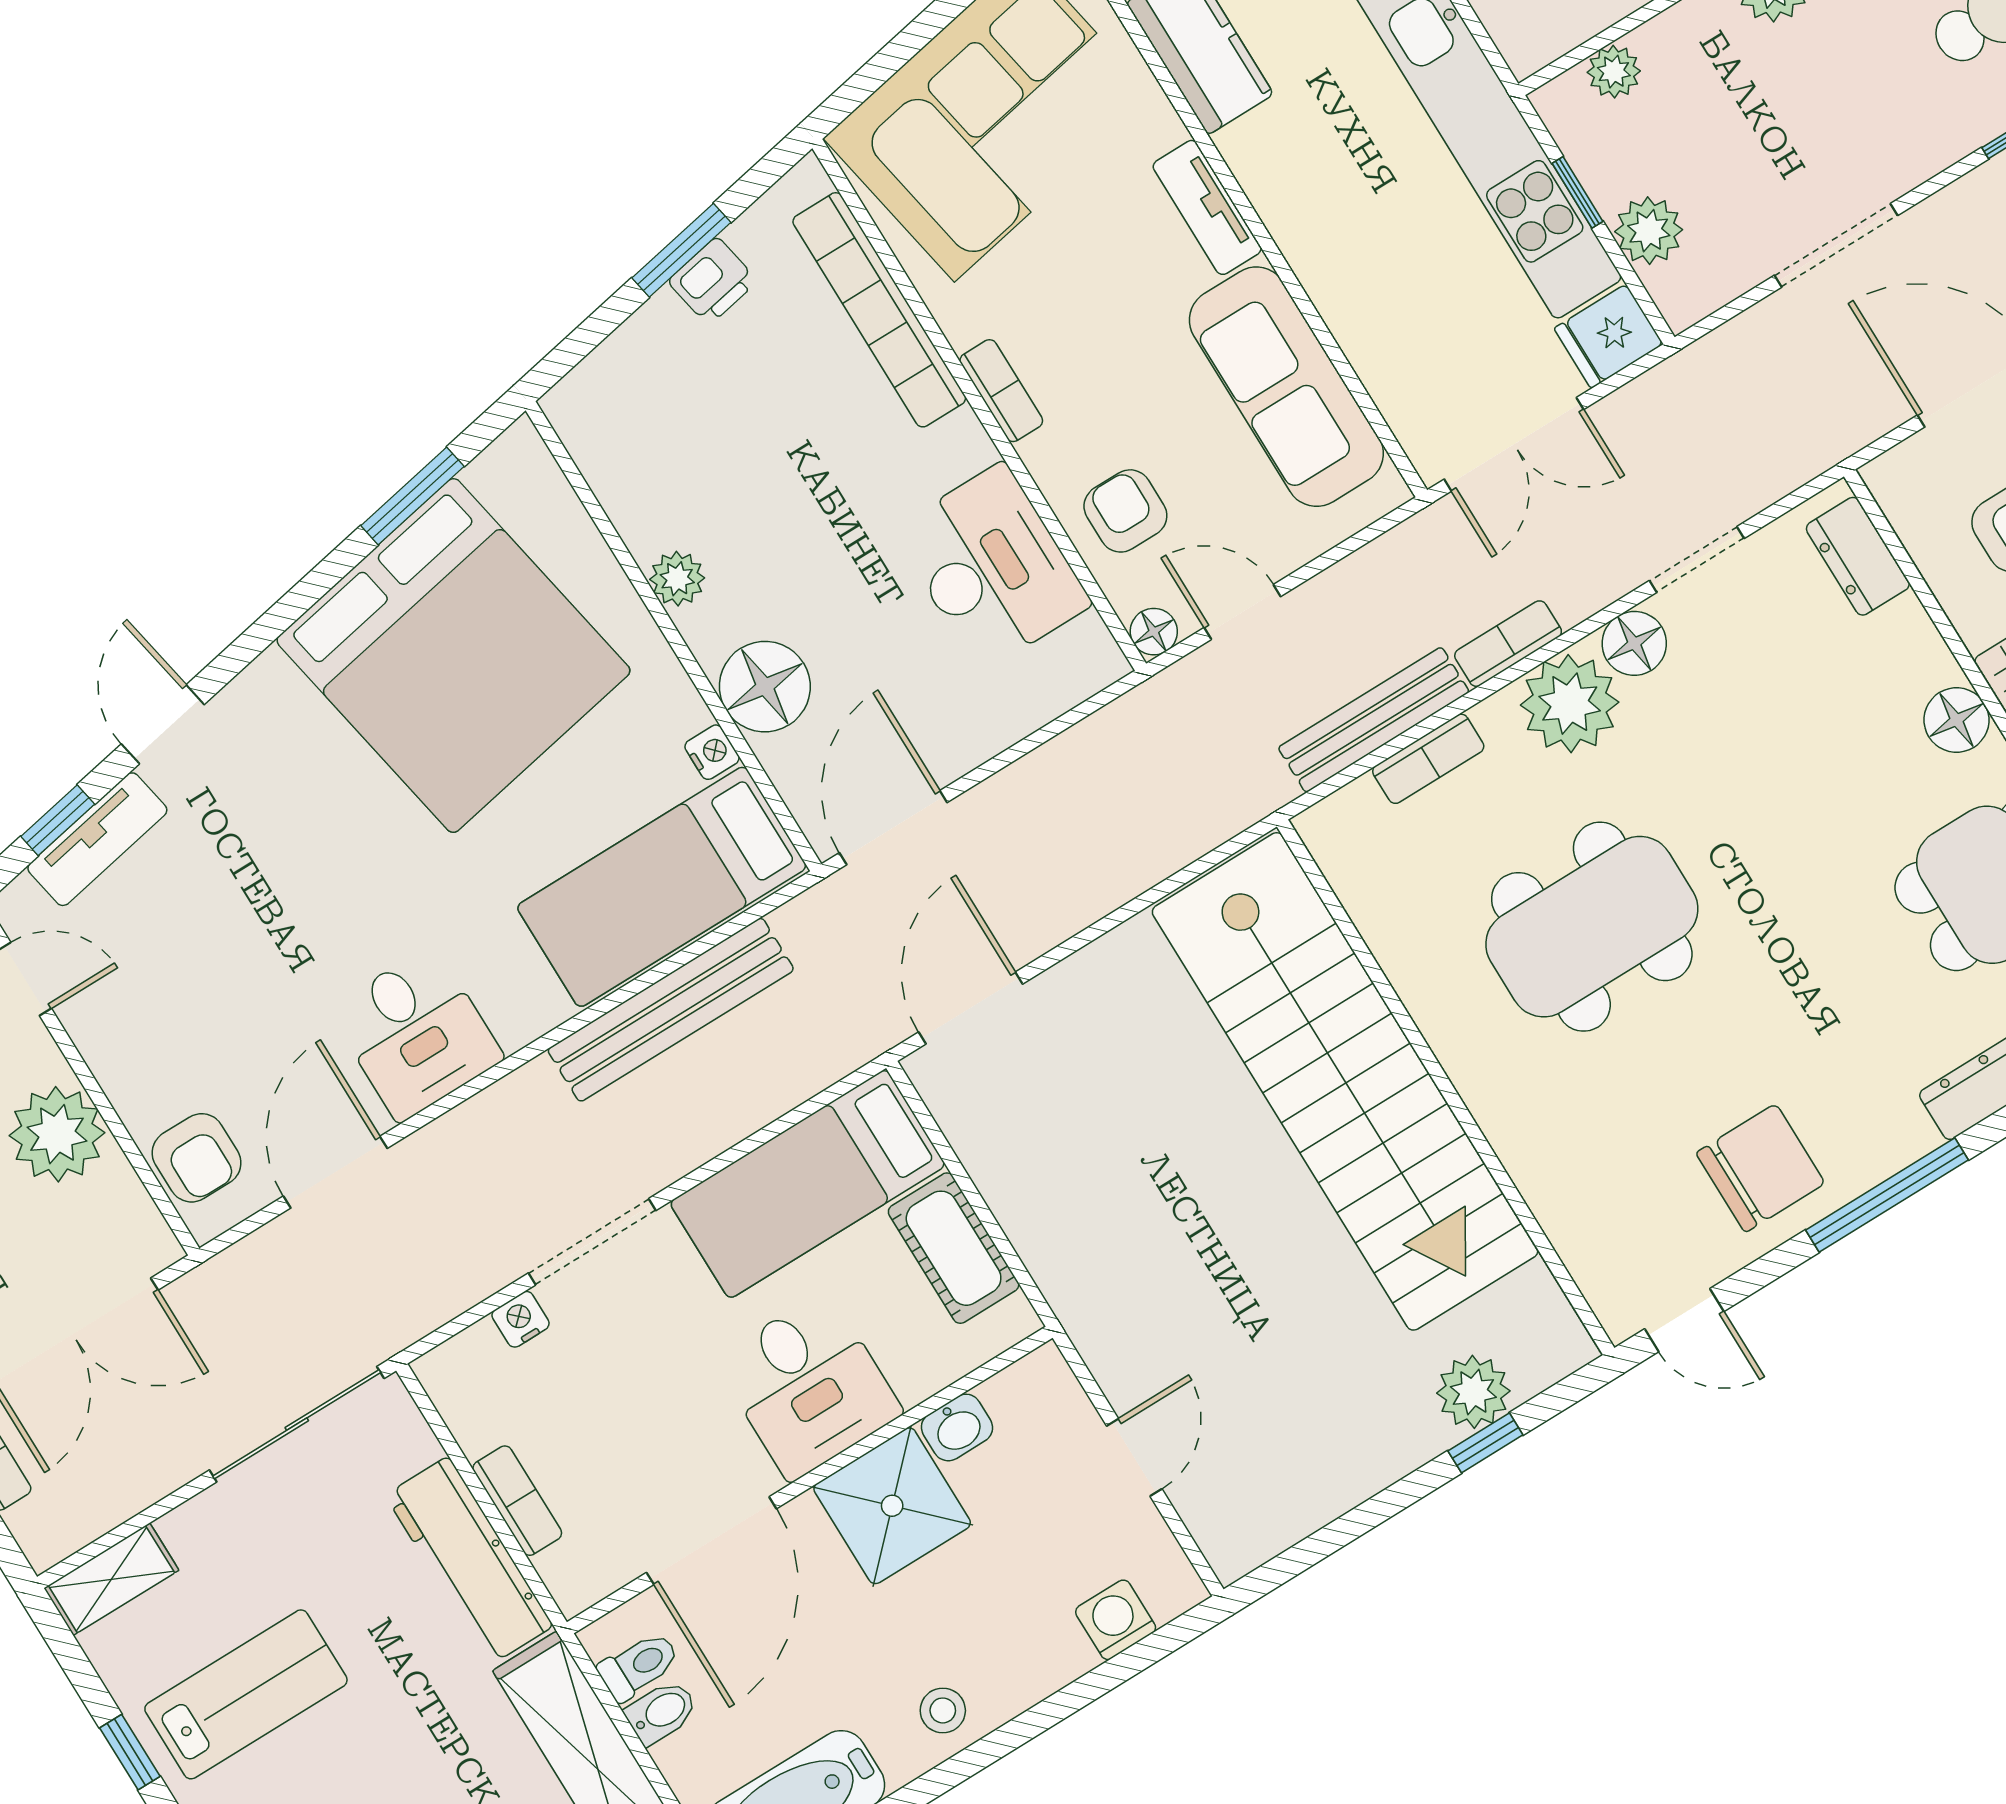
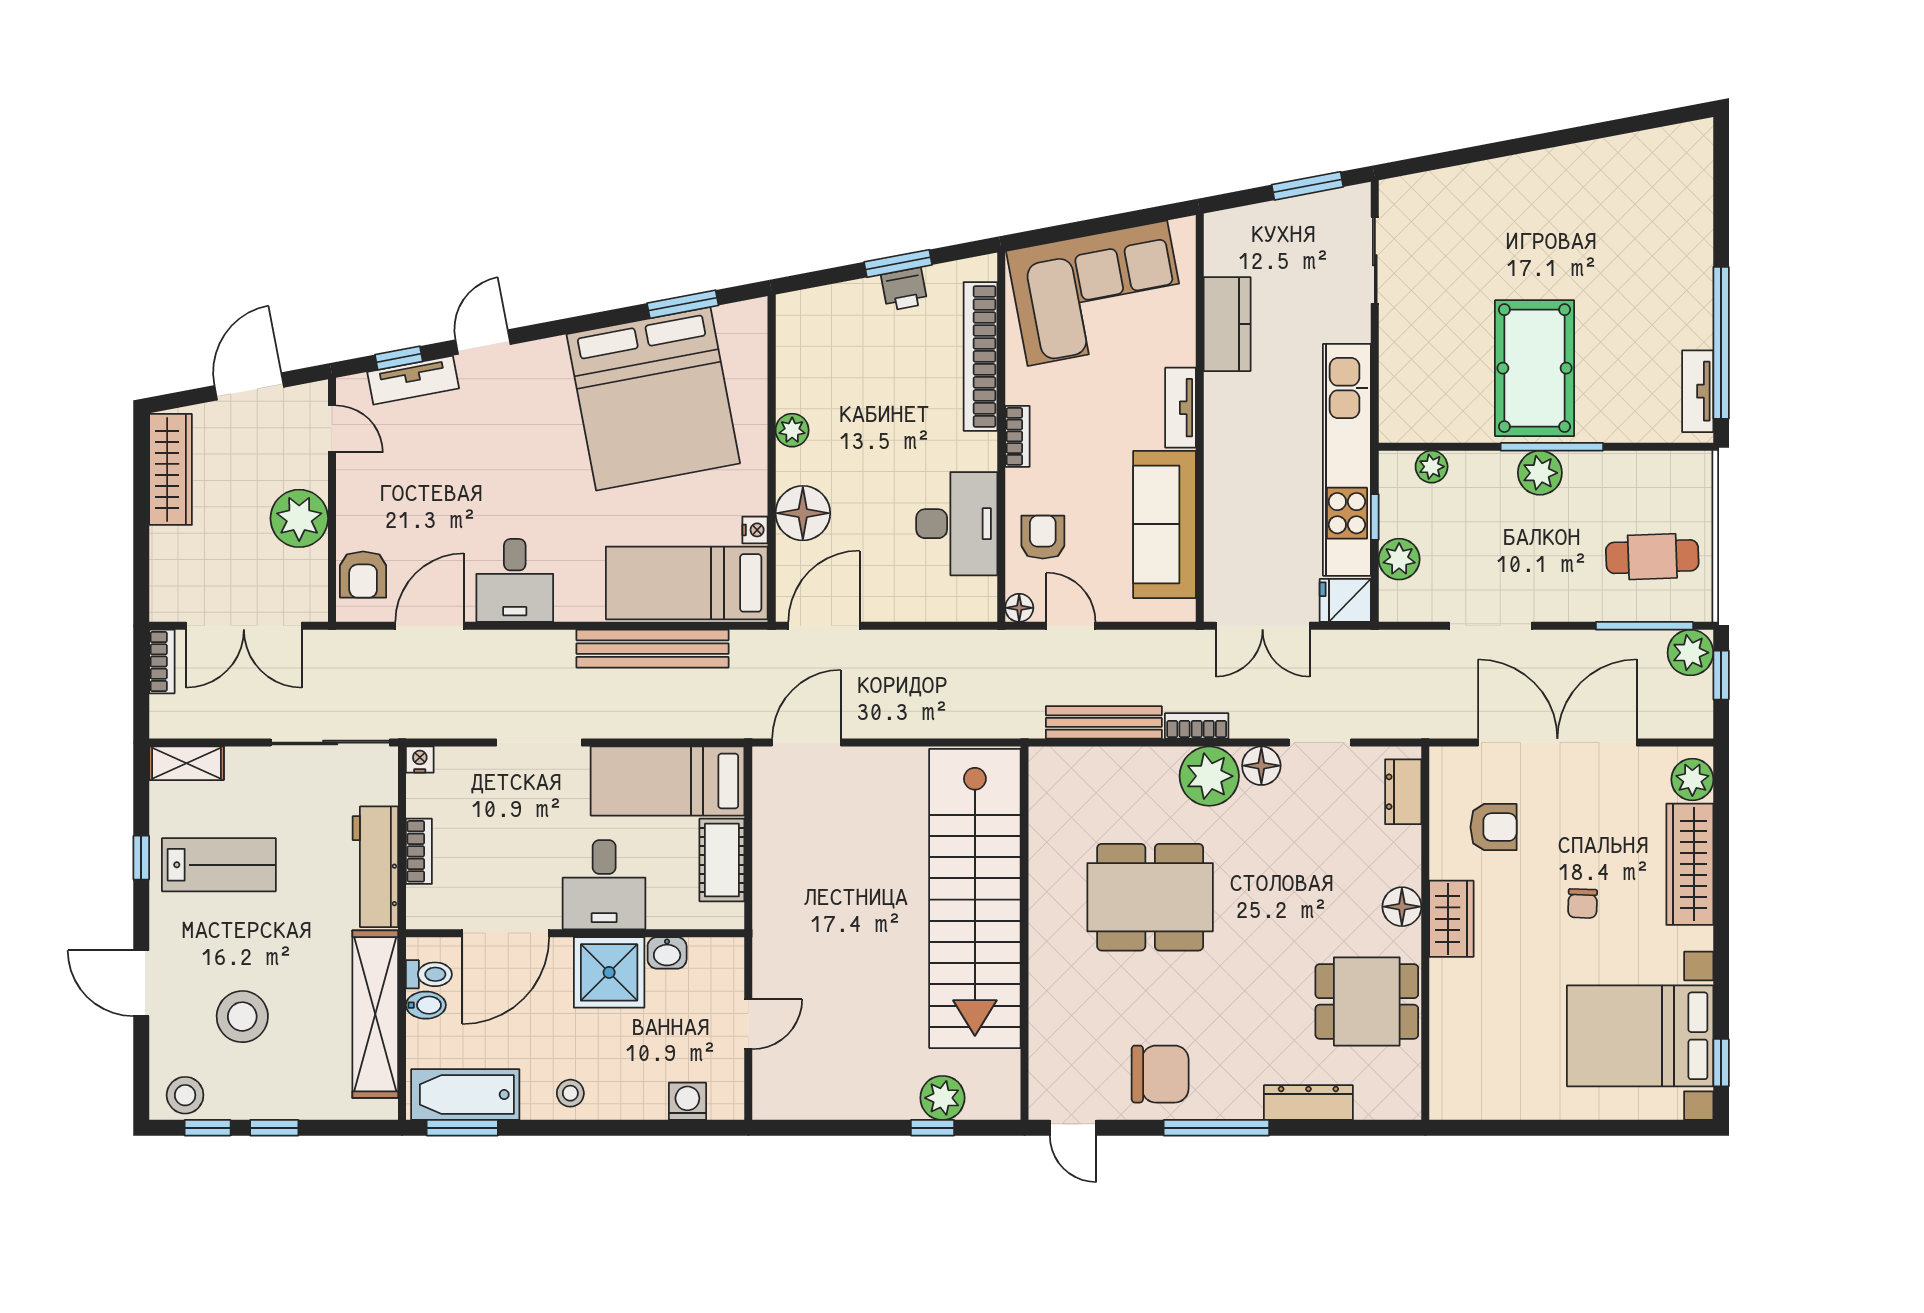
bookcase: (1428, 759) -> (1119, 760), removed
nightstand: (521, 1319) -> (420, 760), moved

